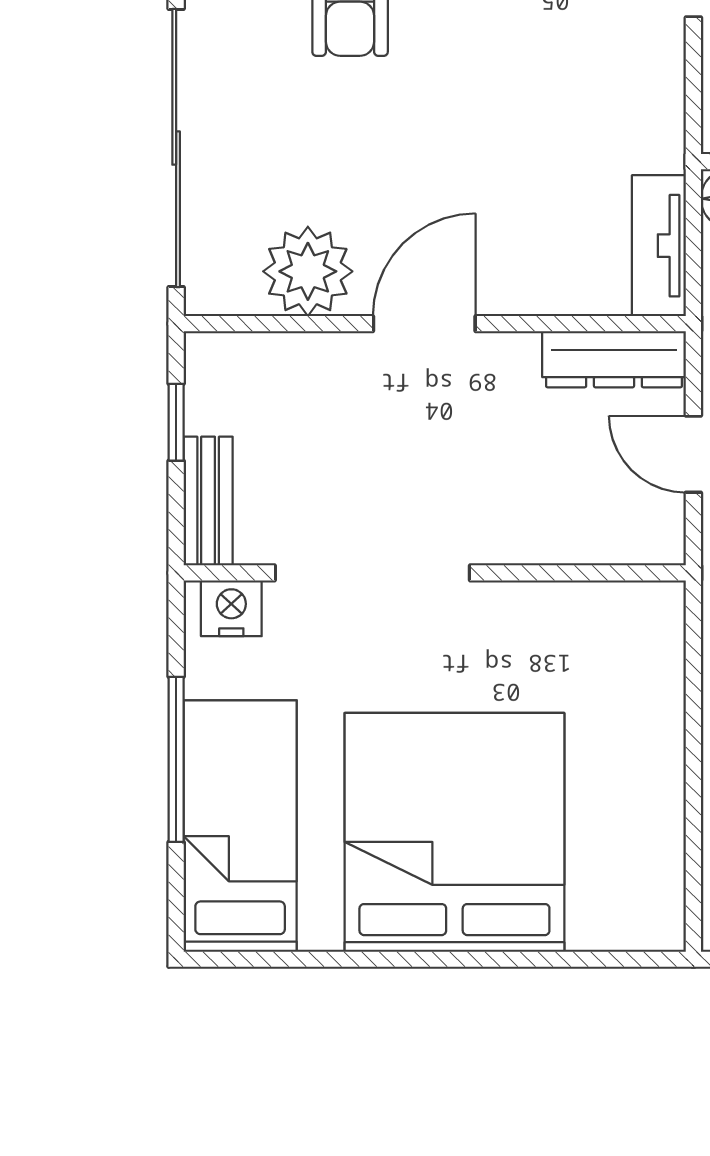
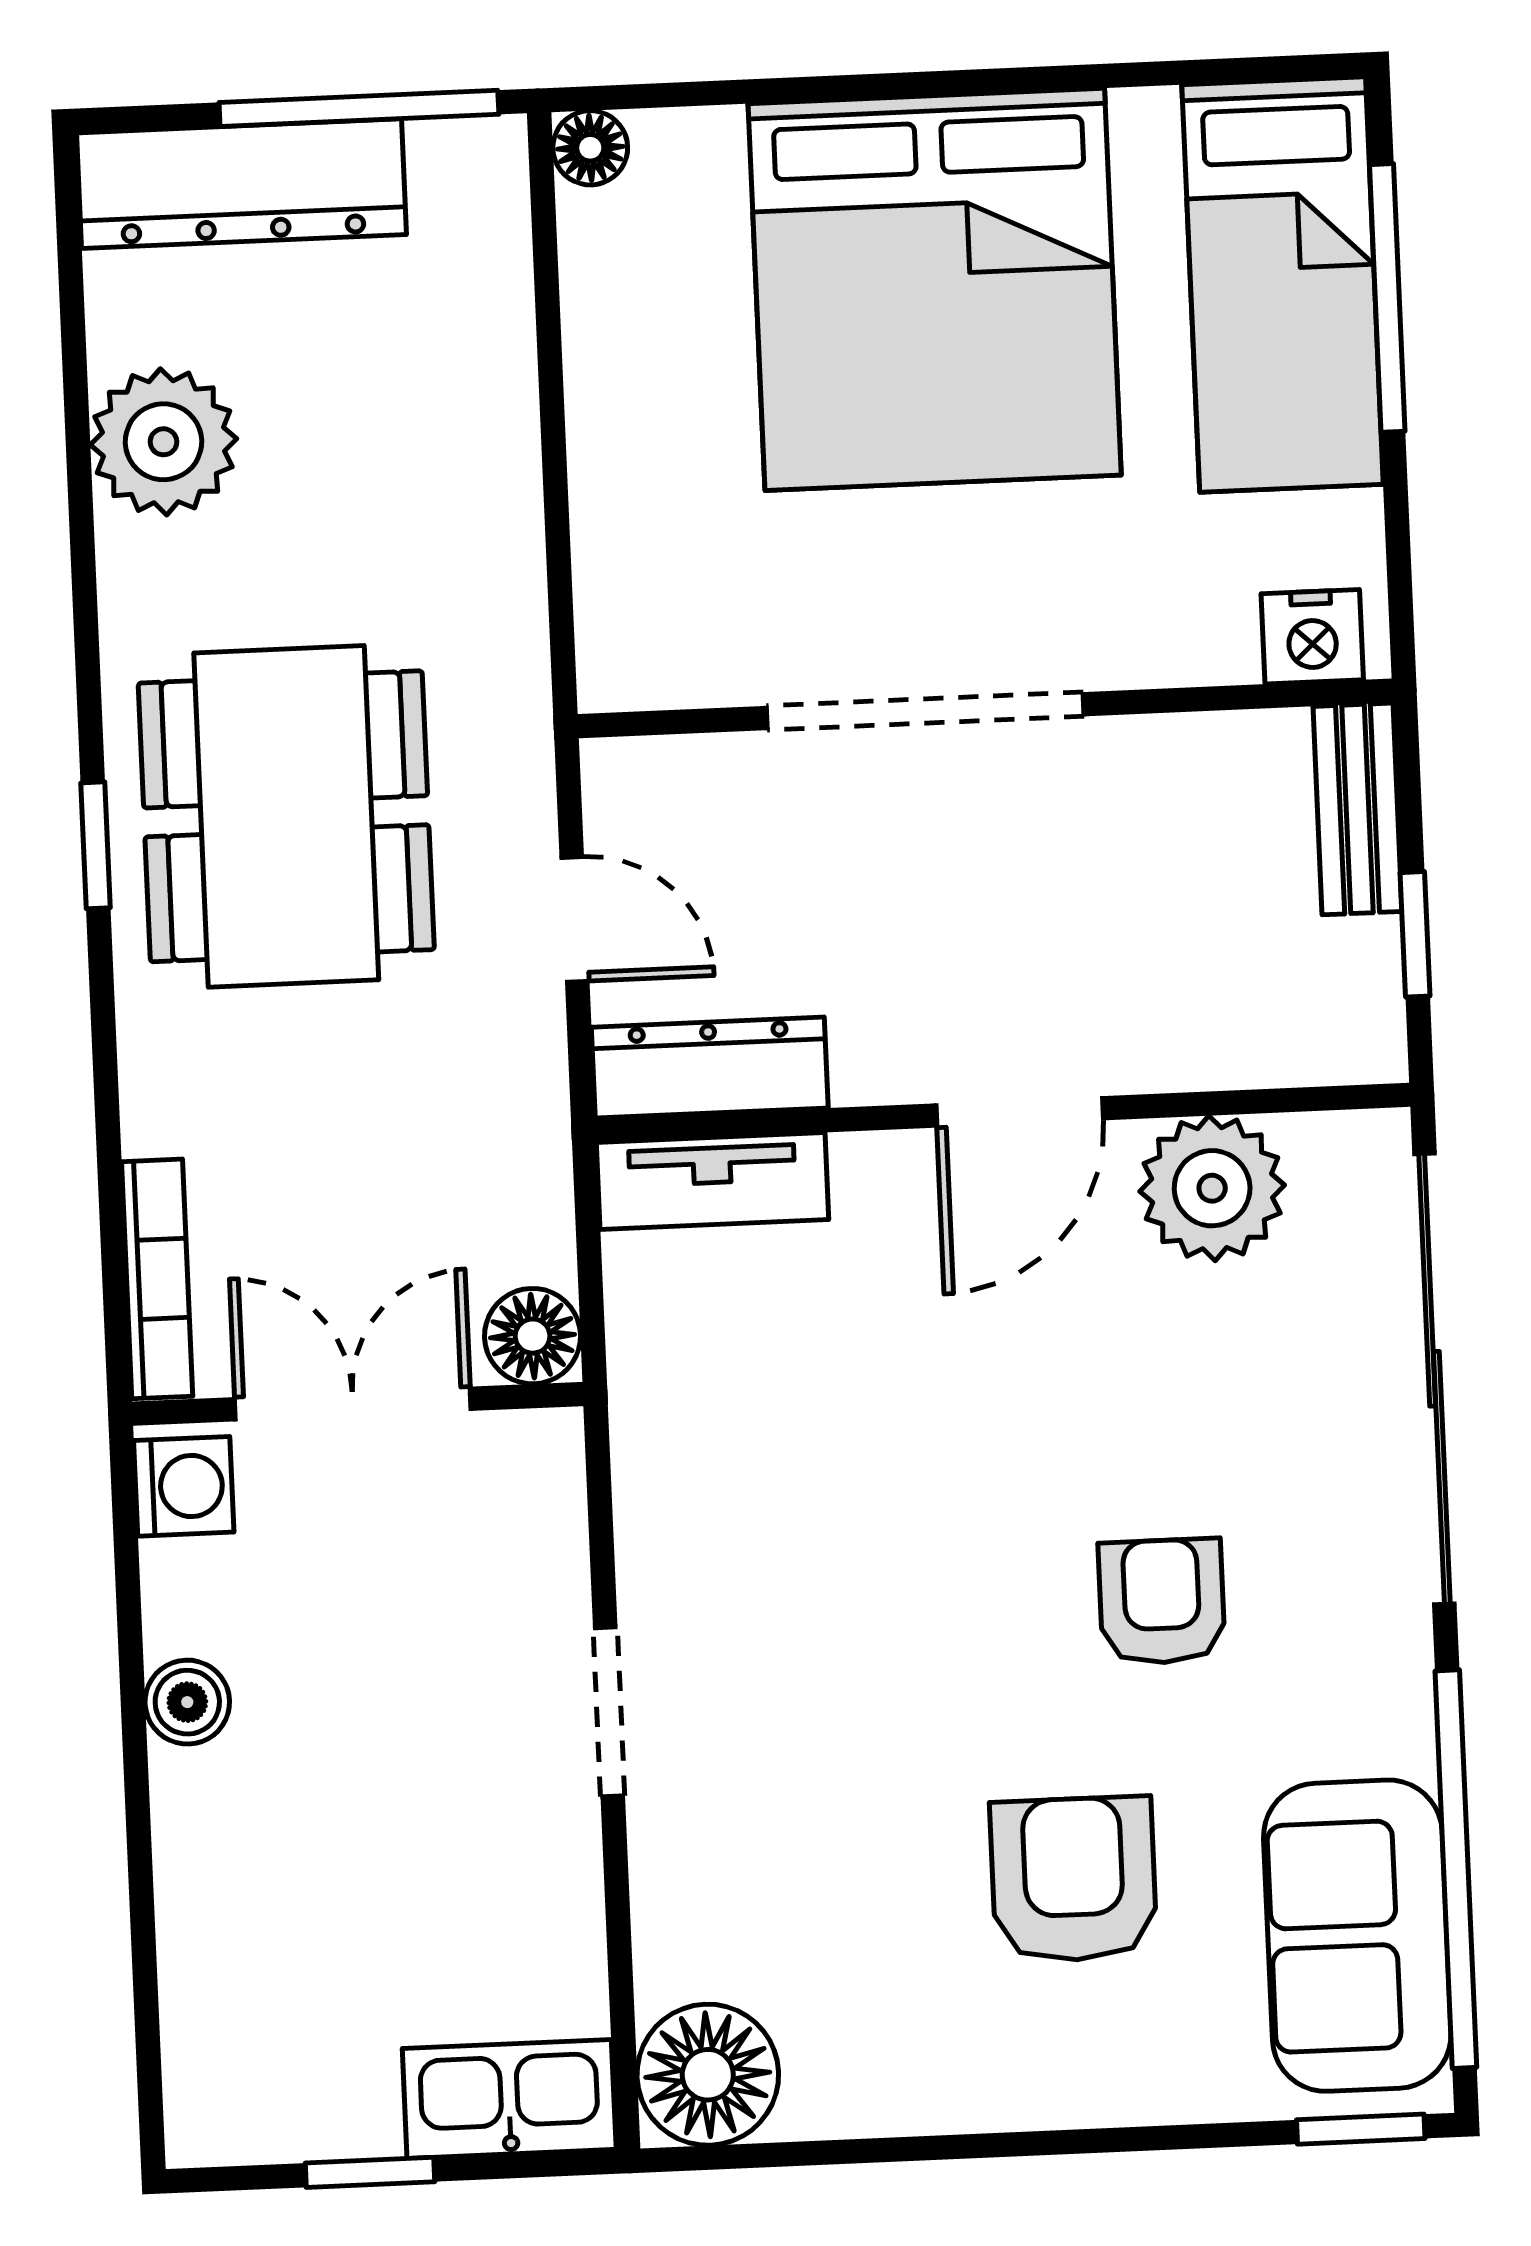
tv unit: (659, 246) -> (712, 1181), moved, turned 90
doorway: (372, 573) -> (925, 711), moved
window: (176, 759) -> (1387, 298), moved
floor lamp: (663, 929) -> (590, 148), added

